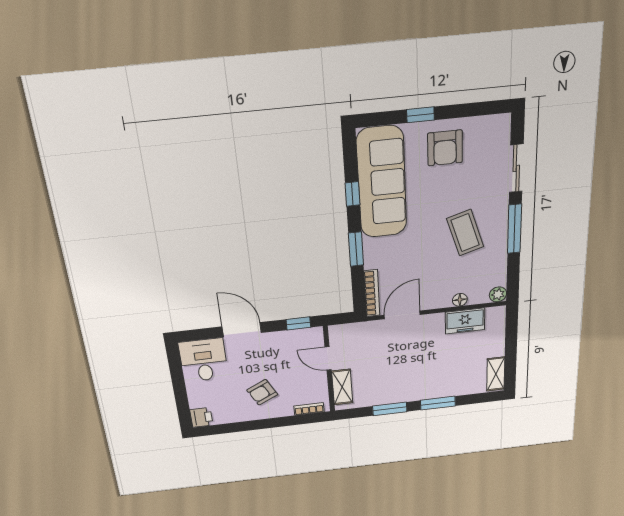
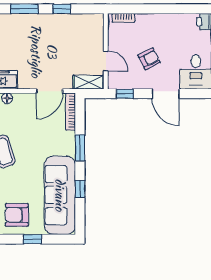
armchair: (445, 148) -> (17, 215), turned -90
shelving: (342, 387) -> (89, 82), moved, turned 90
armchair: (262, 392) -> (149, 59), moved
window: (390, 409) -> (62, 9), width x0.67

